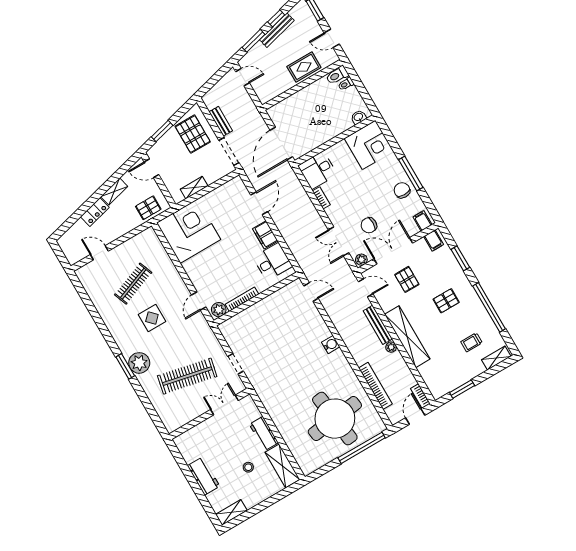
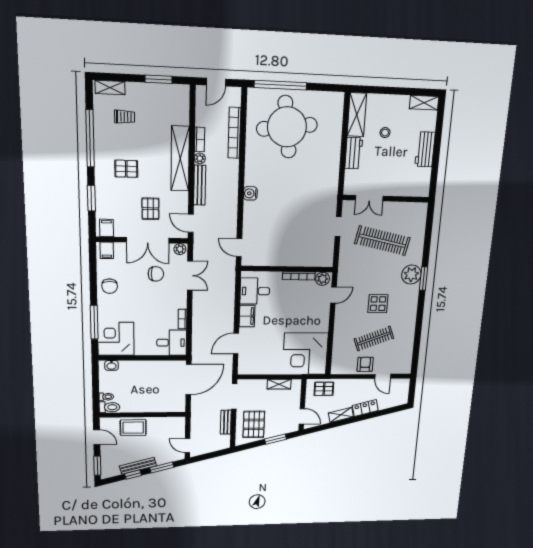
window: (411, 174) -> (94, 322), moved
armchair: (125, 254) -> (365, 364), added
bookcase: (420, 396) -> (200, 139), moved

